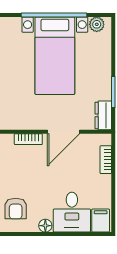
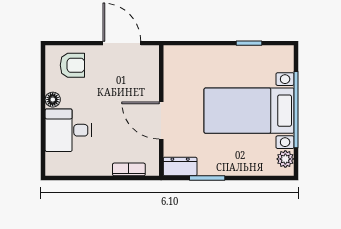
bookcase: (28, 139) -> (153, 80), removed
armchair: (16, 209) -> (72, 65), turned 180
filing cabinet: (101, 220) -> (59, 163), removed

